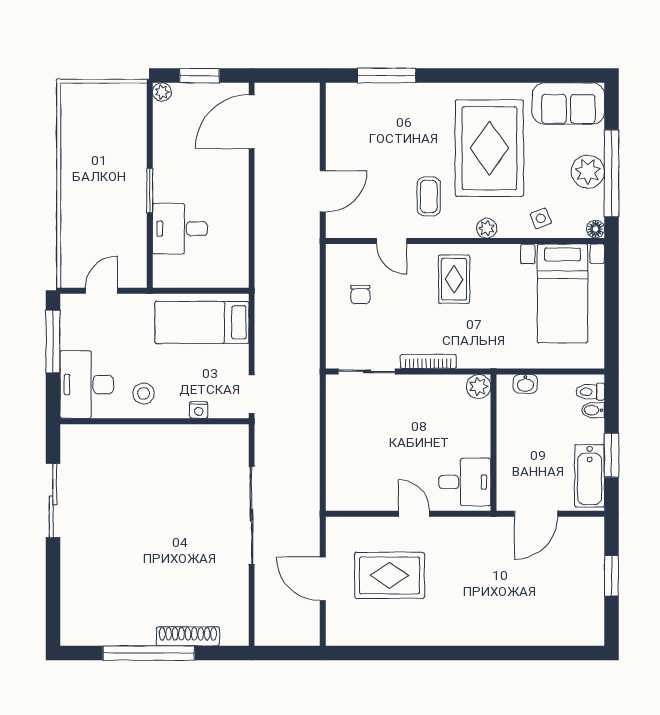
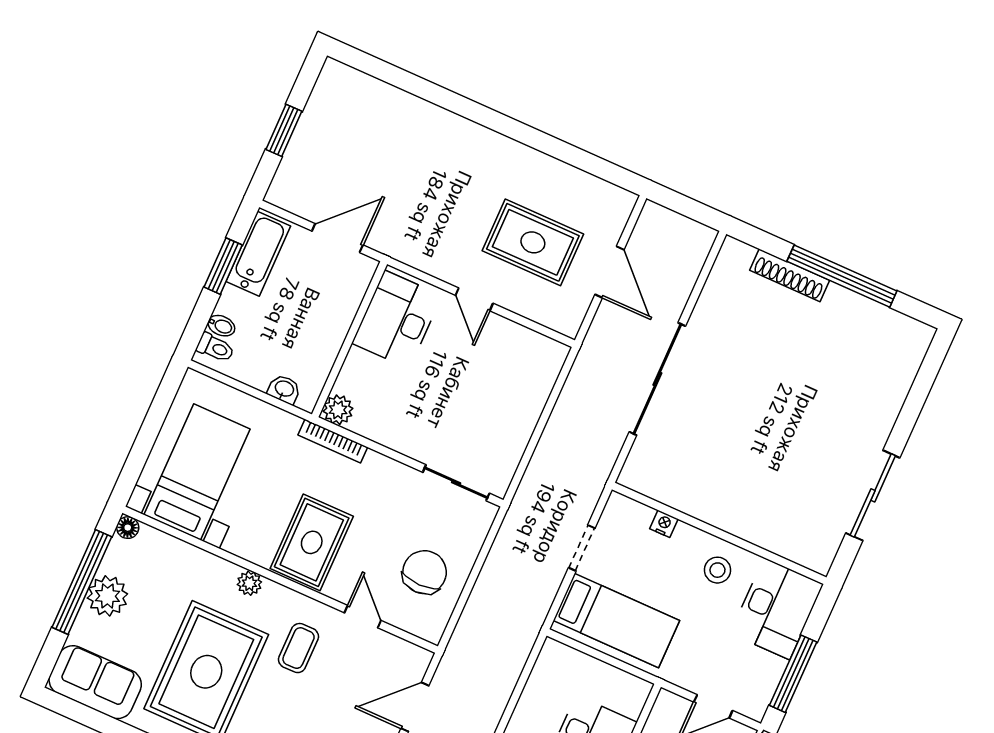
side table: (541, 218) -> (184, 567), removed
rug: (454, 279) -> (312, 542), width x1.36, depth x1.43
chair: (360, 295) -> (425, 572), width x1.87, depth x1.87
bookcase: (428, 361) -> (333, 441), moved
doorway: (252, 394) -> (582, 548), moved
desk: (465, 482) -> (397, 319), width x1.37

